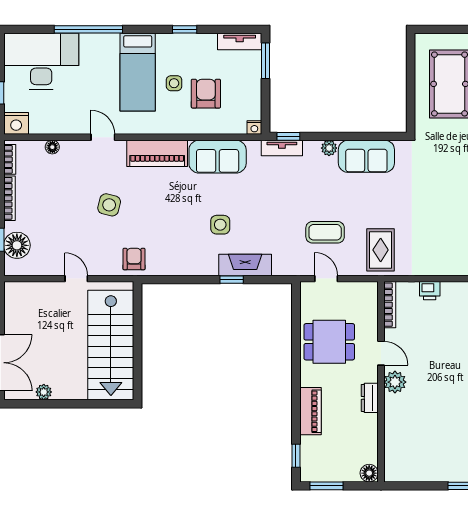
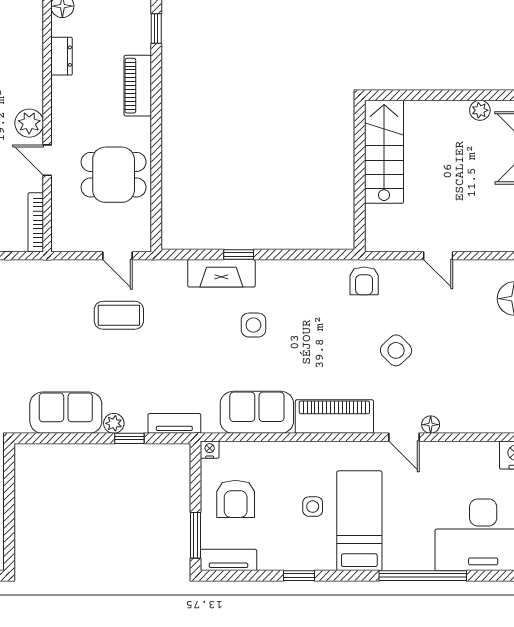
armchair: (206, 94) -> (236, 499), moved
window: (288, 136) -> (129, 438), moved
floor lamp: (52, 147) -> (431, 425), moved
side table: (109, 205) -> (396, 350), turned 32
rug: (381, 250) -> (48, 293), removed
stairs: (111, 345) -> (384, 152), width x0.73, depth x0.66
dresser: (370, 398) -> (62, 56), moved

